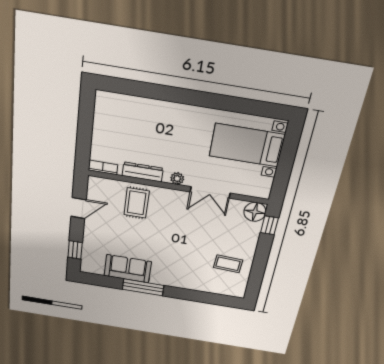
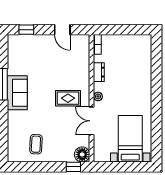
dresser: (143, 172) -> (99, 72), width x0.70
rug: (136, 203) -> (68, 98), moved
sofa: (128, 269) -> (17, 93), moved

